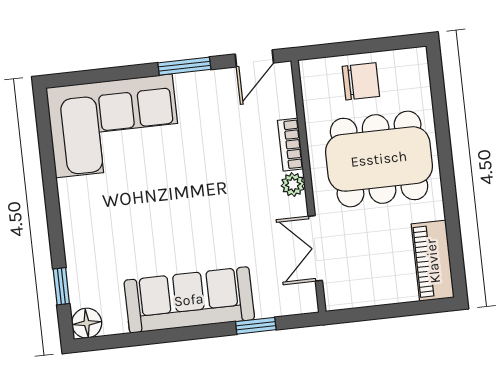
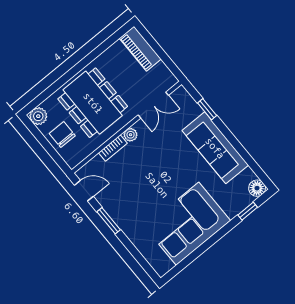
plant: (413, 63) -> (38, 116), added
corner sofa: (114, 126) -> (187, 224), moved, turned -90
piano: (433, 261) -> (140, 49), moved, turned 90

